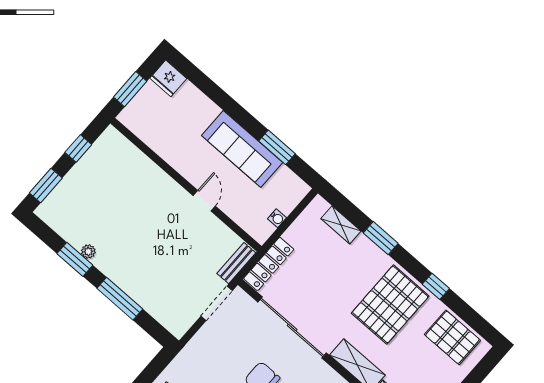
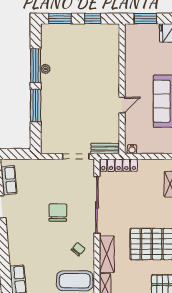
water cooler: (277, 218) -> (132, 149), moved
window: (75, 259) -> (36, 66), width x1.44

